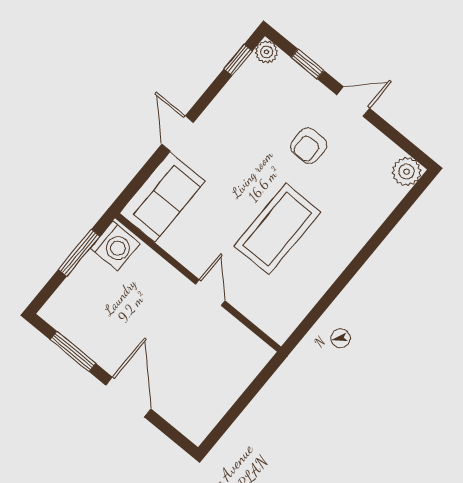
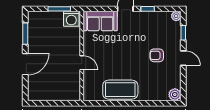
window: (238, 60) -> (148, 9), moved
coffee table: (277, 229) -> (120, 90), moved
door: (210, 293) -> (82, 63), hinge flipped

